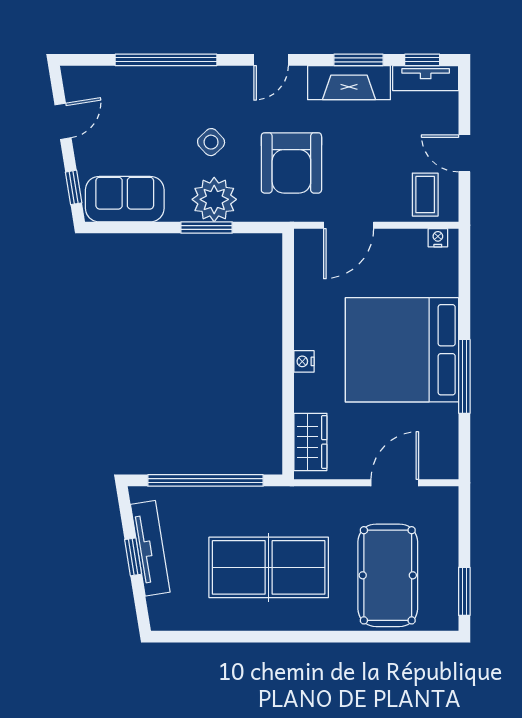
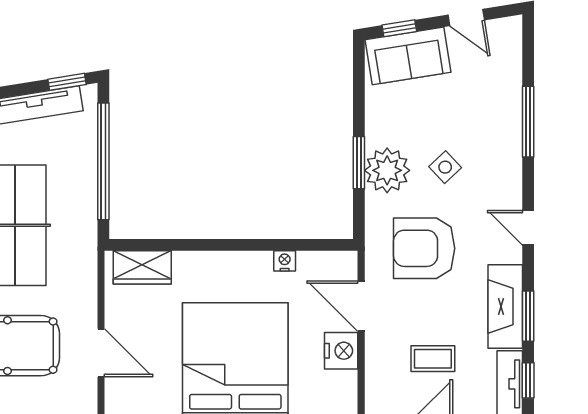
window: (166, 60) -> (528, 122), width x0.68
coffee table: (425, 195) -> (433, 359), moved
sofa: (125, 199) -> (408, 56), moved, turned 81
nightstand: (438, 238) -> (341, 351), moved, width x1.89, depth x1.79
nightstand: (304, 361) -> (285, 261), moved
window: (133, 557) -> (67, 82), moved

